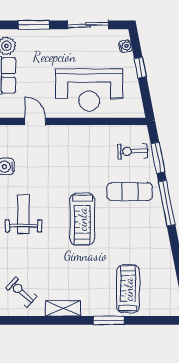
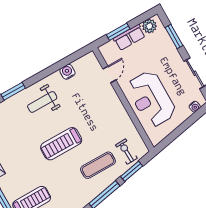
window: (140, 68) -> (186, 125), removed
exercise mat: (130, 192) -> (98, 165), turned 90
weight bench: (23, 214) -> (42, 102), turned 180

